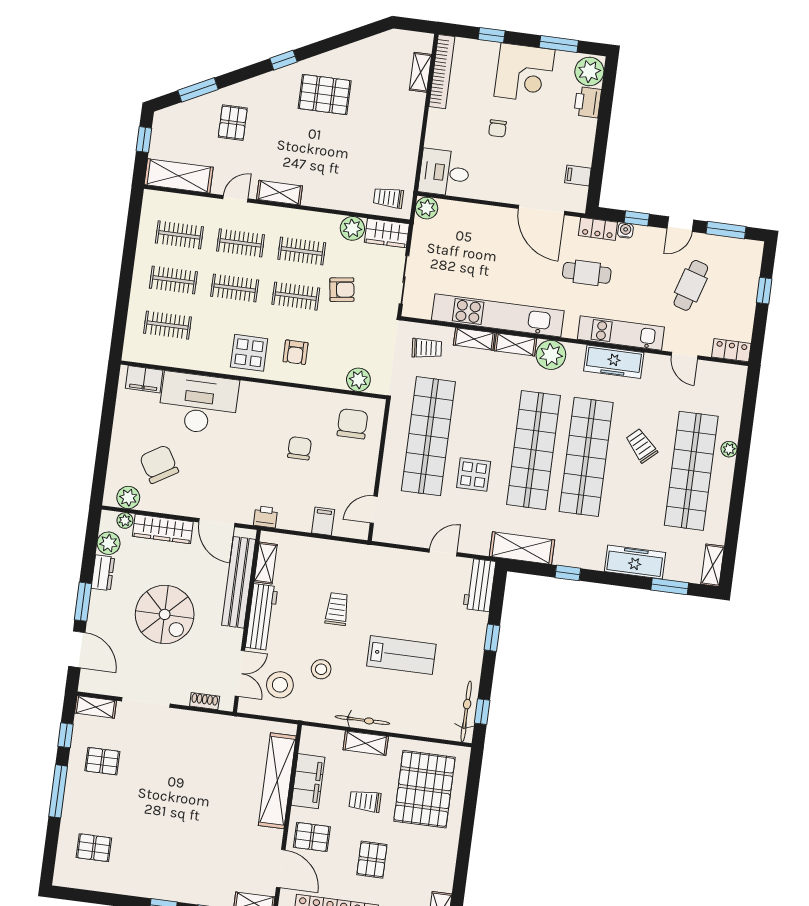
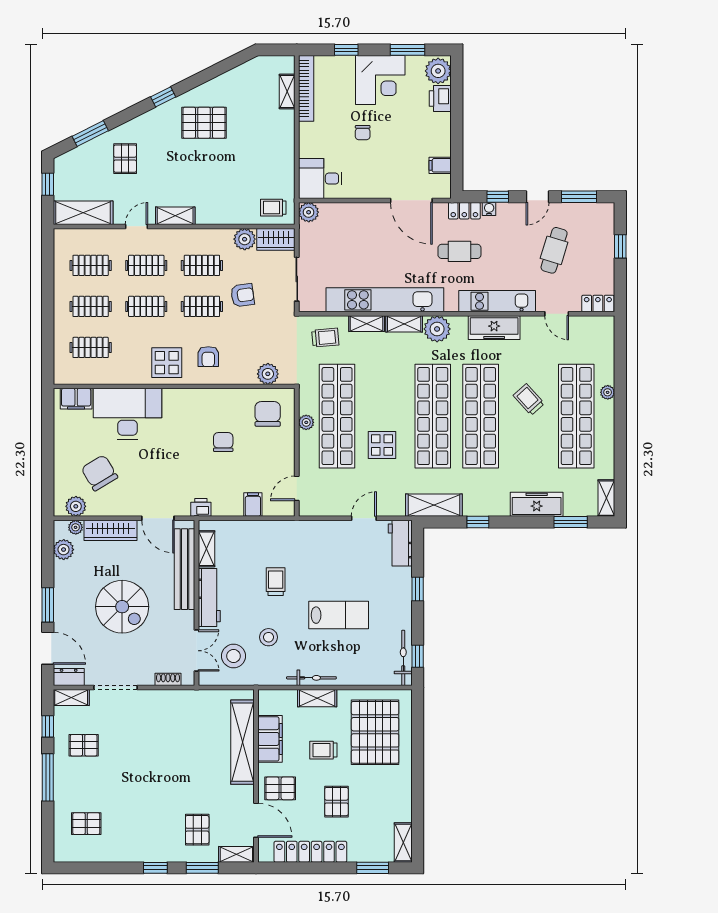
plant: (394, 439) -> (306, 422), added
dresser: (103, 573) -> (69, 677), moved, turned -90
pallet: (215, 870) -> (197, 830), added

